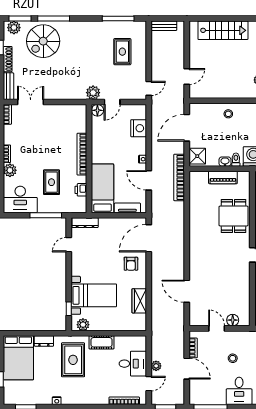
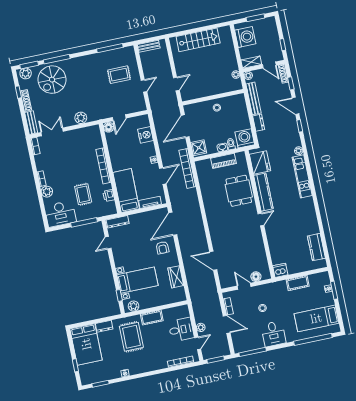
rug: (122, 52) -> (119, 75), turned 90
door: (149, 88) -> (144, 86), moved
plant: (93, 93) -> (81, 118), moved
door: (149, 180) -> (163, 176), swing flipped

